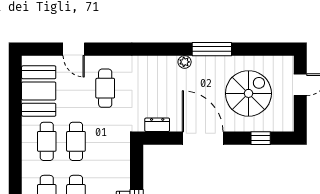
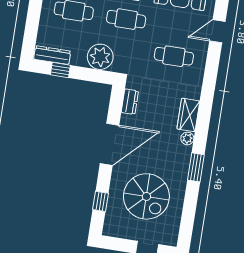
window: (212, 49) -> (196, 167), width x0.69
wardrobe: (161, 65) -> (188, 115), added
plant: (117, 161) -> (100, 57), added

